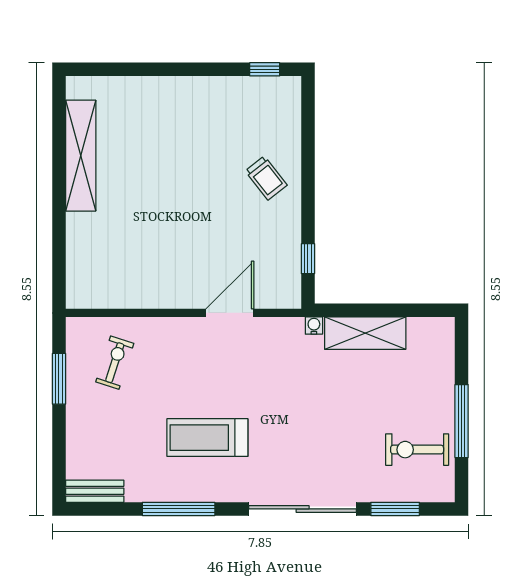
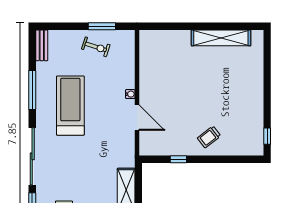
window: (308, 259) -> (178, 159), moved
water cooler: (314, 326) -> (130, 94), moved
exercise bike: (115, 363) -> (96, 47), moved
treadmill: (207, 438) -> (70, 106), width x1.37, depth x1.38

